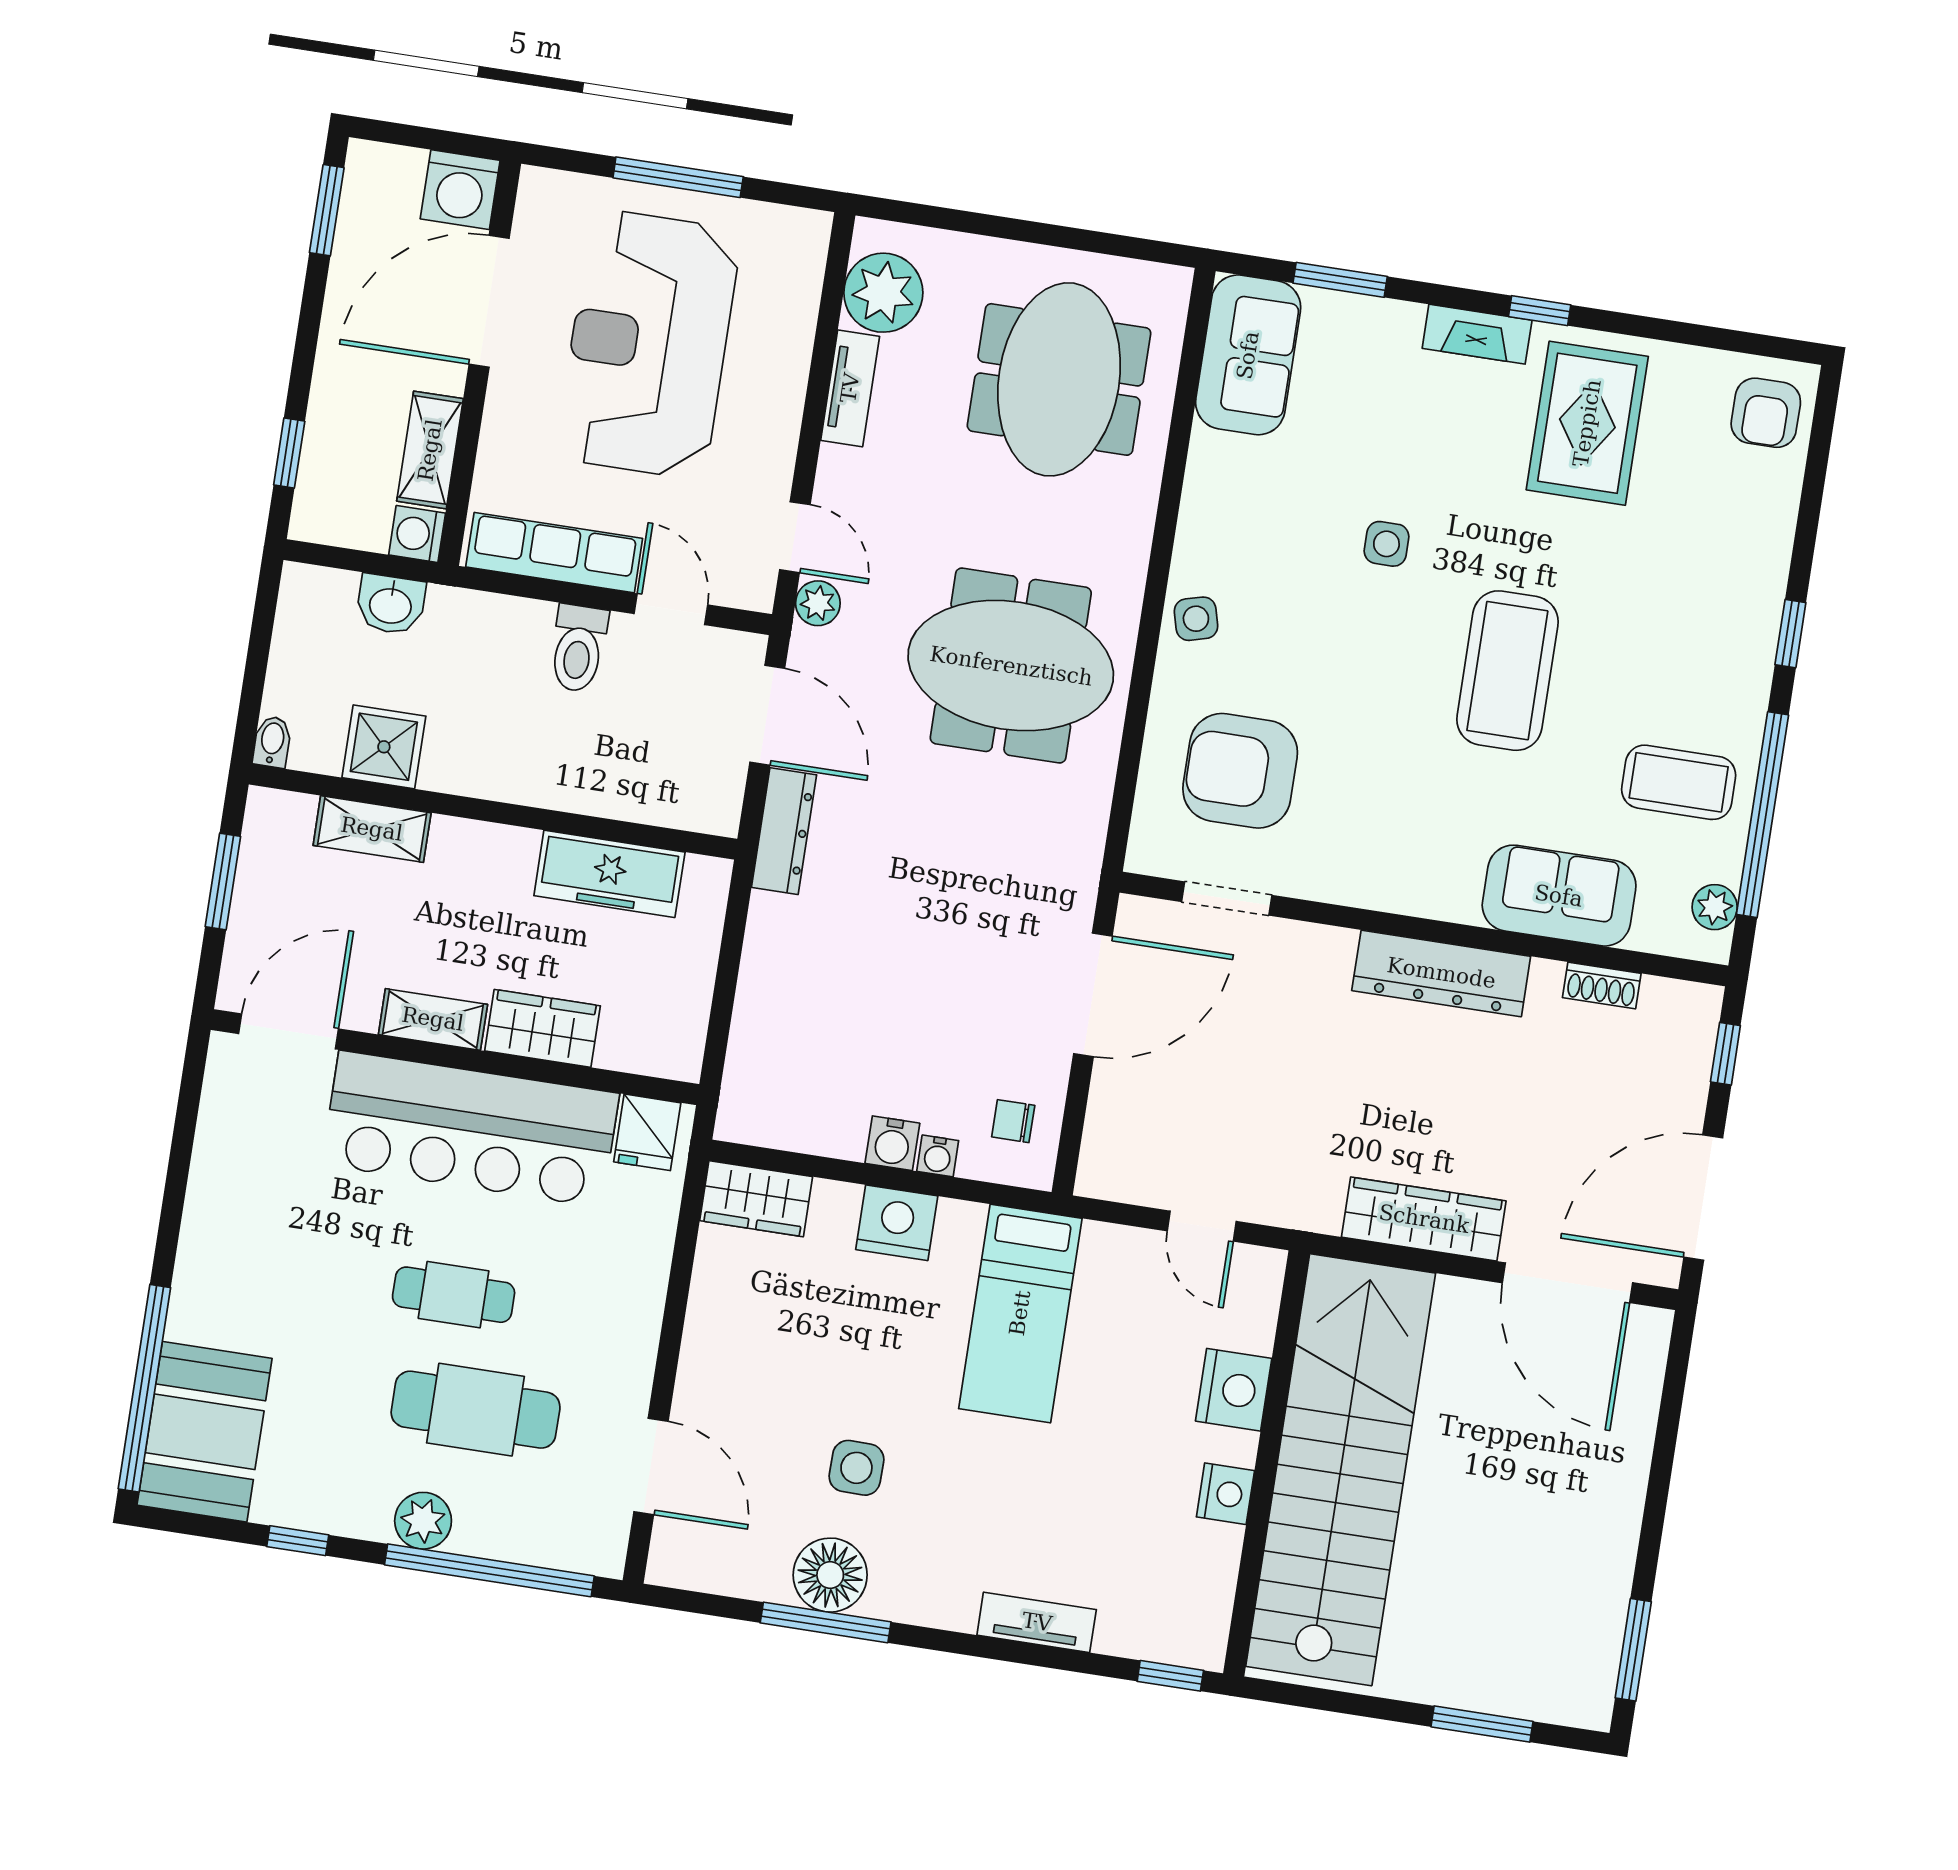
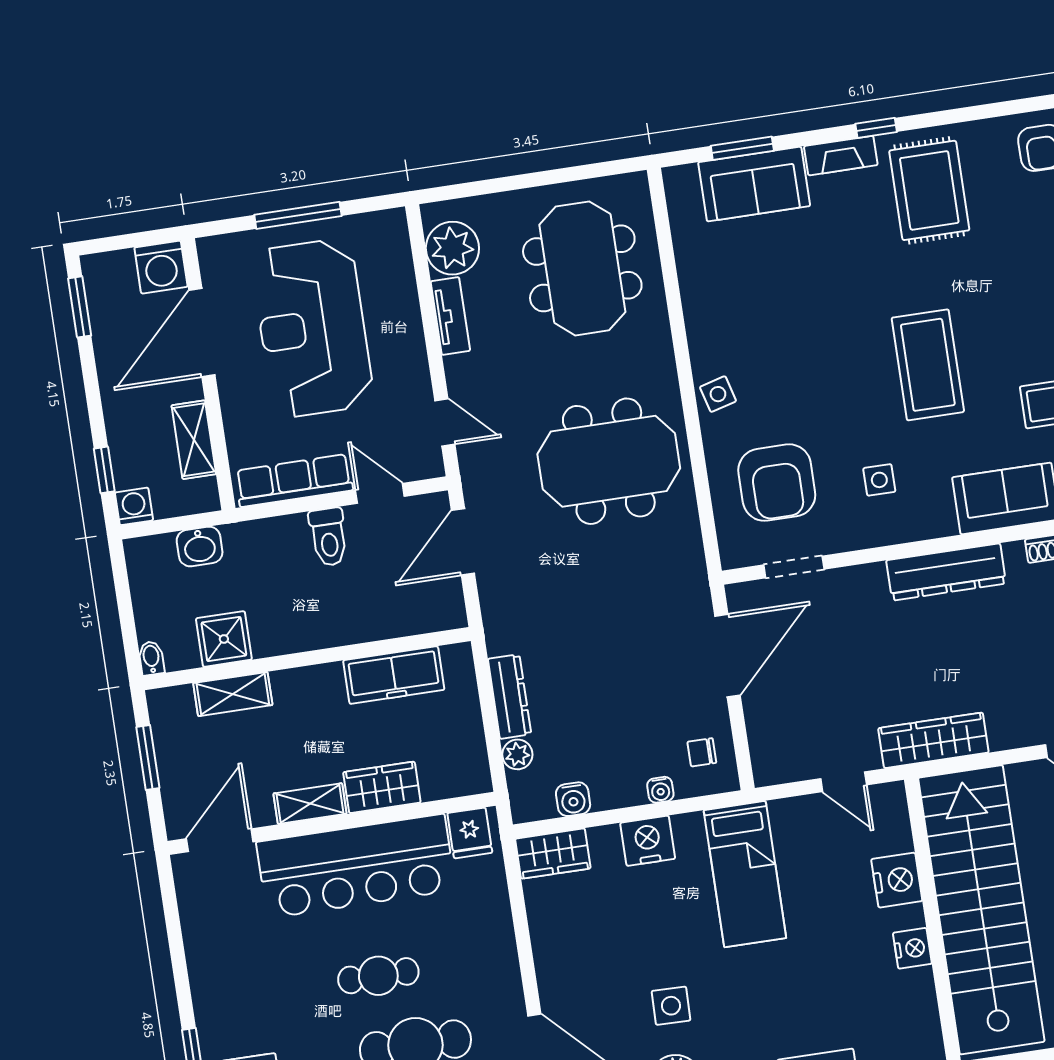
sofa: (1248, 355) -> (754, 184), moved, turned 90
washing machine: (417, 534) -> (134, 506), moved, turned 90
side table: (1386, 544) -> (879, 480), moved
plant: (818, 603) -> (517, 754), moved
door: (767, 715) -> (463, 542), swing flipped
armchair: (1240, 771) -> (777, 483), turned -90
dresser: (784, 831) -> (510, 697), moved
water cooler: (892, 1143) -> (573, 799), moved
wardrobe: (1424, 1219) -> (933, 740), moved

